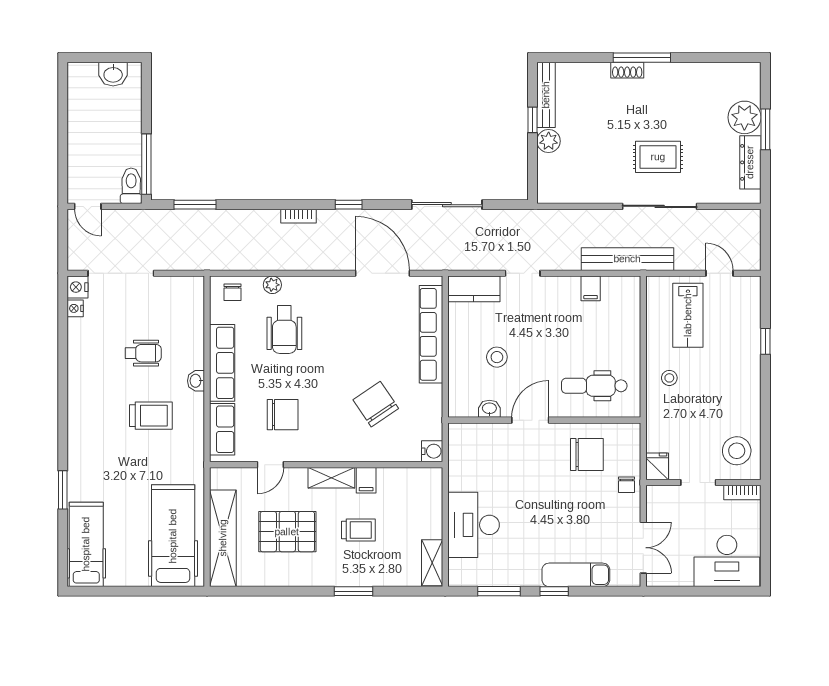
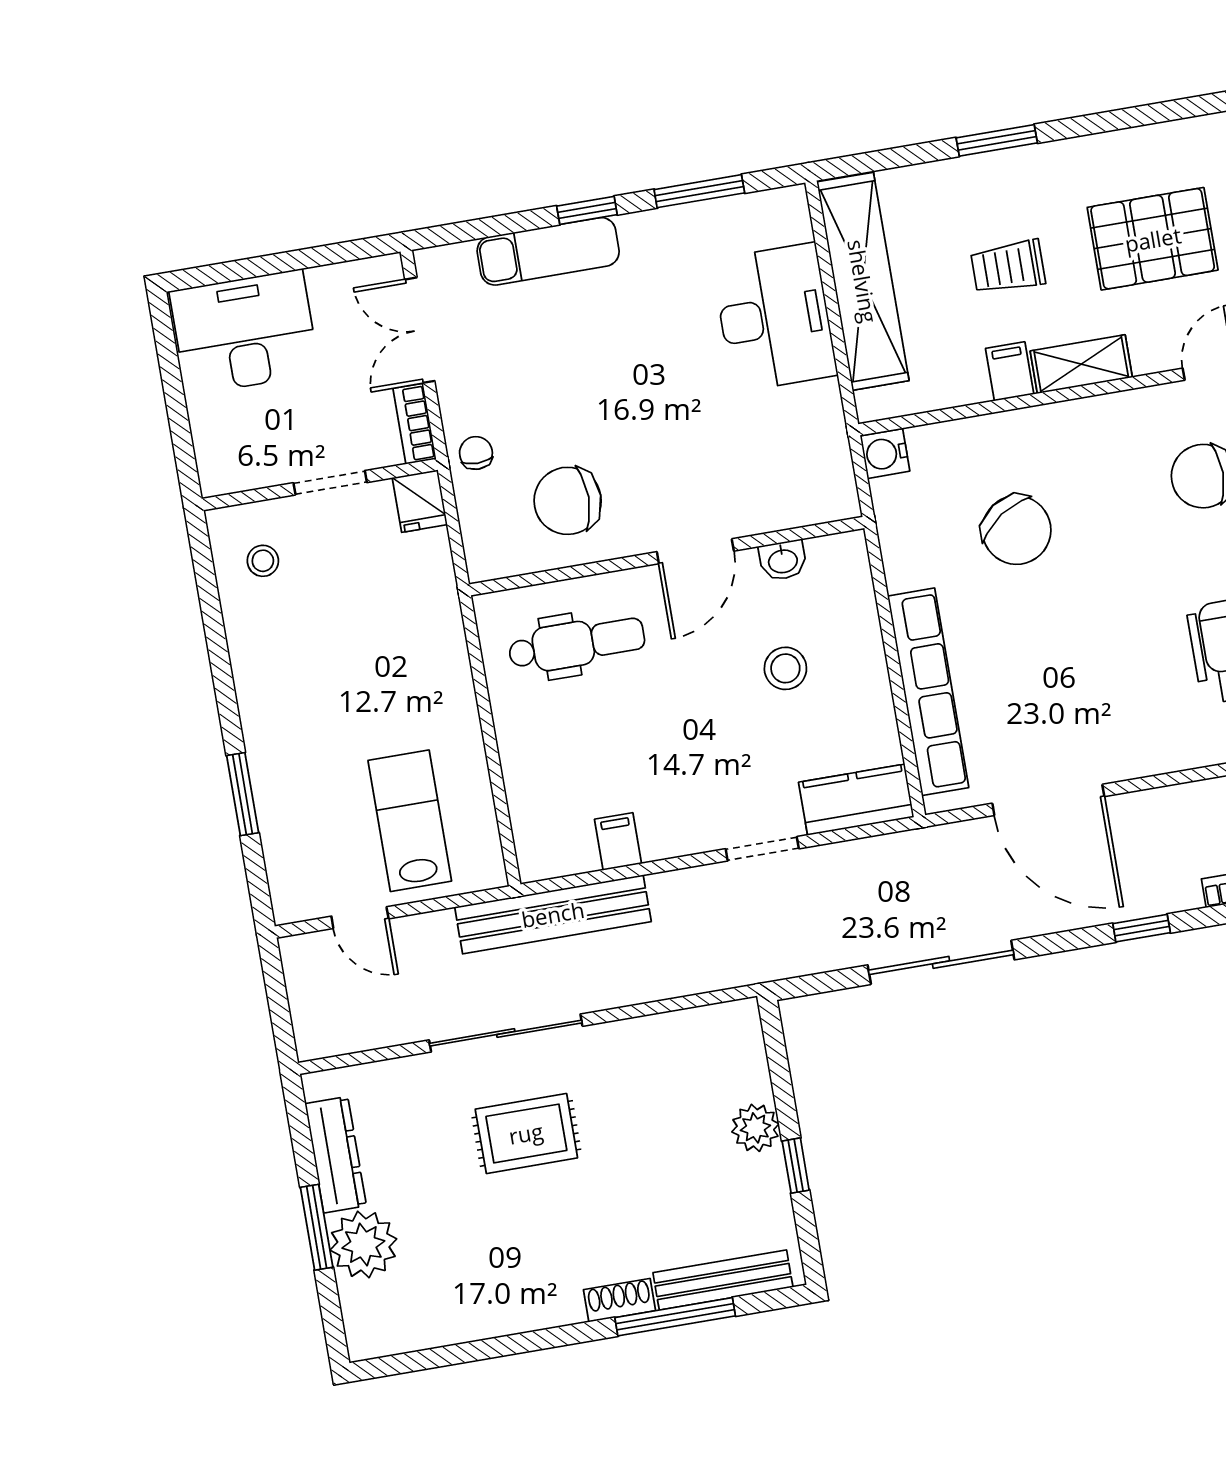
window: (642, 58) -> (675, 1317), moved
bench: (546, 95) -> (723, 1280), moved, turned 90
window: (765, 341) -> (243, 794), width x1.50
stool: (669, 378) -> (426, 686), removed
stool: (737, 451) -> (263, 561), width x0.53, depth x0.53
bookcase: (742, 493) -> (415, 424), moved, turned -90
shelving: (432, 563) -> (863, 281), width x2.20, depth x1.33

